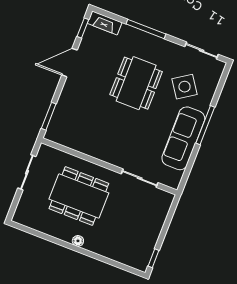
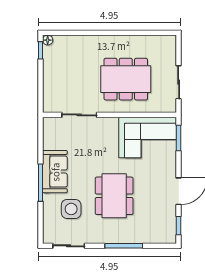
fireplace: (105, 23) -> (161, 237), removed
side table: (185, 87) -> (71, 209), turned 34
corner sofa: (80, 129) -> (148, 137), added
sofa: (183, 138) -> (55, 172), width x0.73
floor lamp: (78, 241) -> (48, 40), moved

